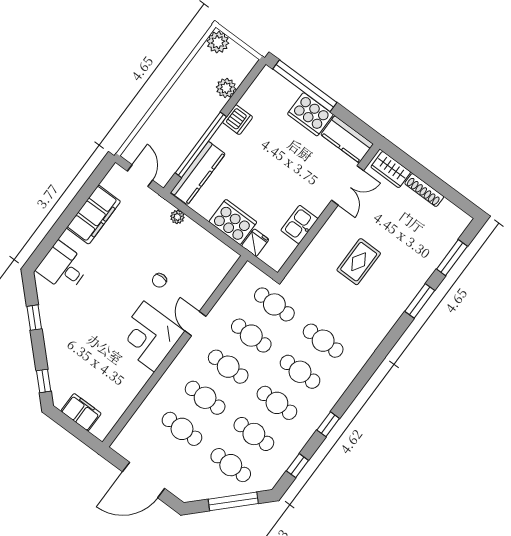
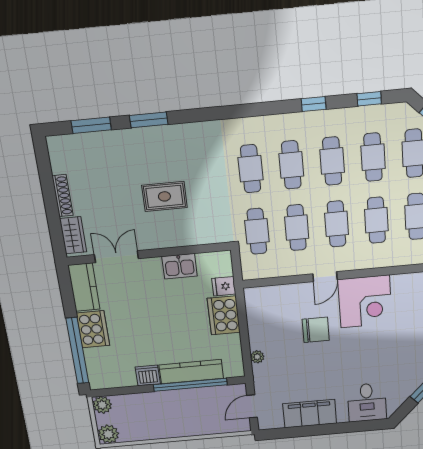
plant: (226, 88) -> (102, 405), moved
kitchen counter: (198, 173) -> (191, 372), moved
chair: (159, 280) -> (316, 330), width x1.87, depth x1.87

